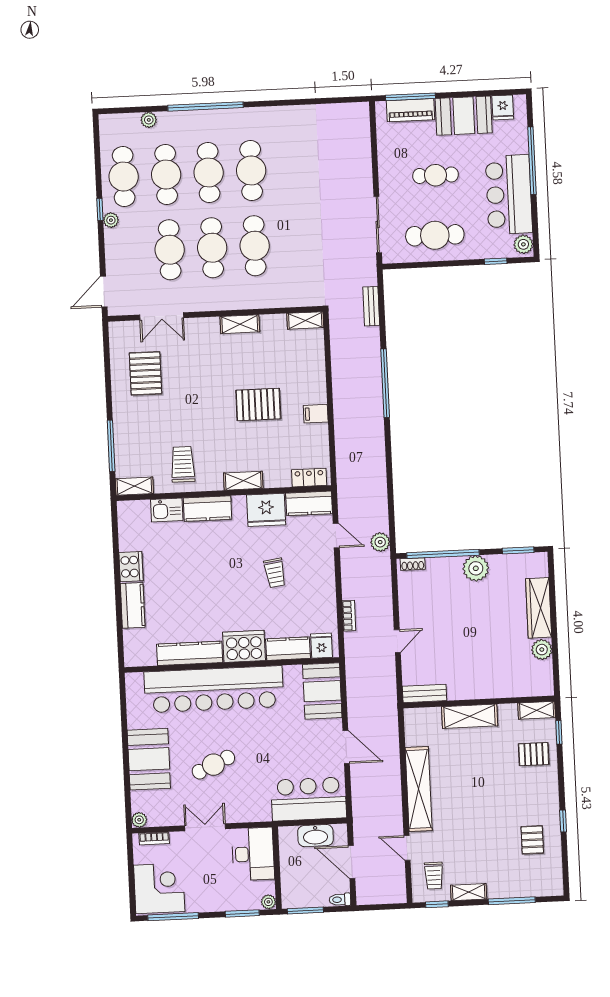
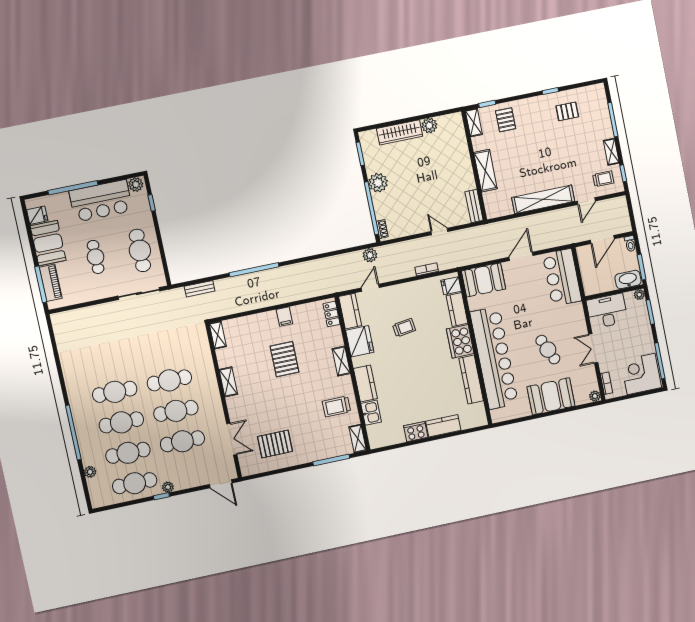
washbasin: (315, 836) -> (628, 280), moved, turned -90

